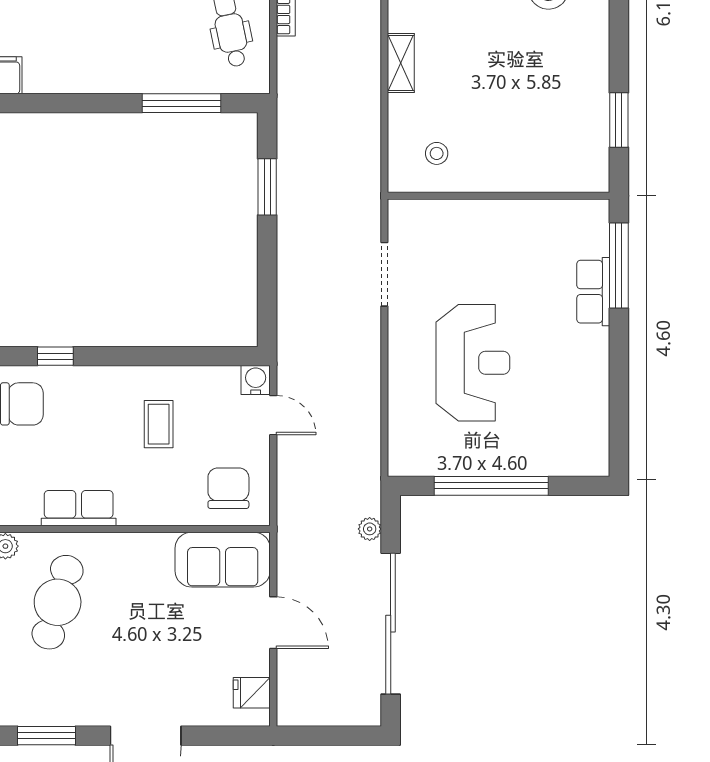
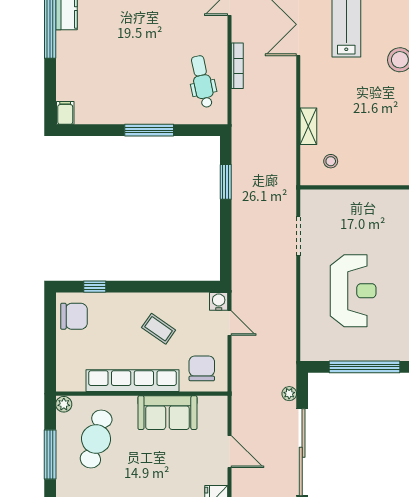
shelving: (401, 63) -> (308, 126), moved
window: (182, 103) -> (149, 130), moved
coffee table: (159, 424) -> (159, 329), turned -55
row of seats: (79, 508) -> (132, 381), width x2.02
sofa: (223, 560) -> (167, 413), moved

